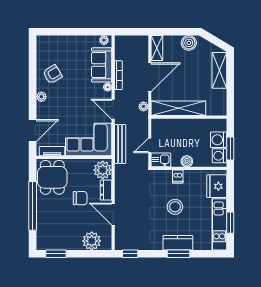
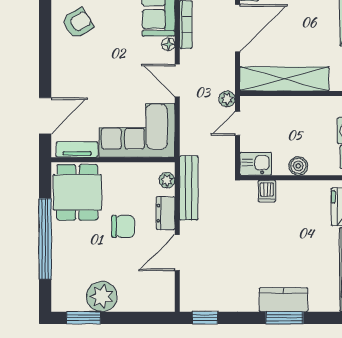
plant: (41, 97) -> (60, 60), removed
plant: (143, 106) -> (227, 99), moved
bench: (120, 144) -> (189, 188), moved
door: (150, 145) -> (237, 123), moved
plant: (103, 170) -> (167, 180), width x0.53, depth x0.53
dishwasher: (178, 177) -> (267, 191), moved
stool: (175, 207) -> (279, 241), removed
door: (113, 214) -> (177, 253), hinge flipped
plant: (92, 241) -> (102, 297), moved

